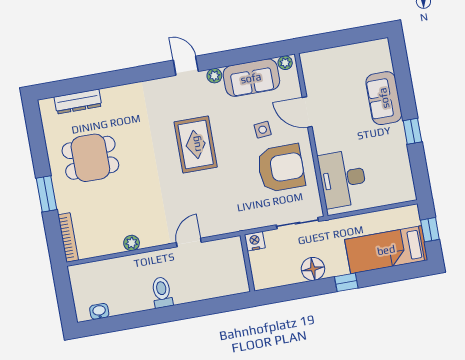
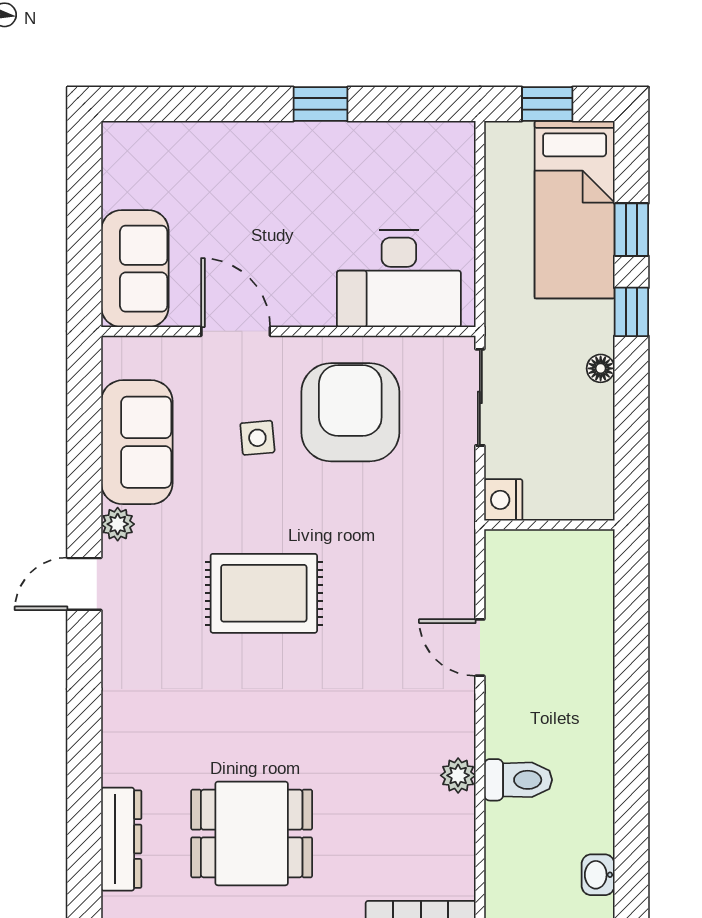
plant: (285, 63) -> (117, 361), removed
sofa: (384, 98) -> (135, 269), moved, turned -90
door: (307, 112) -> (236, 331), swing flipped
dining table: (90, 158) -> (252, 833), turned 90
floor lamp: (313, 269) -> (601, 368), width x0.53, depth x0.53
window: (382, 276) -> (631, 230), added
toilet: (162, 292) -> (518, 780), moved, turned 180

